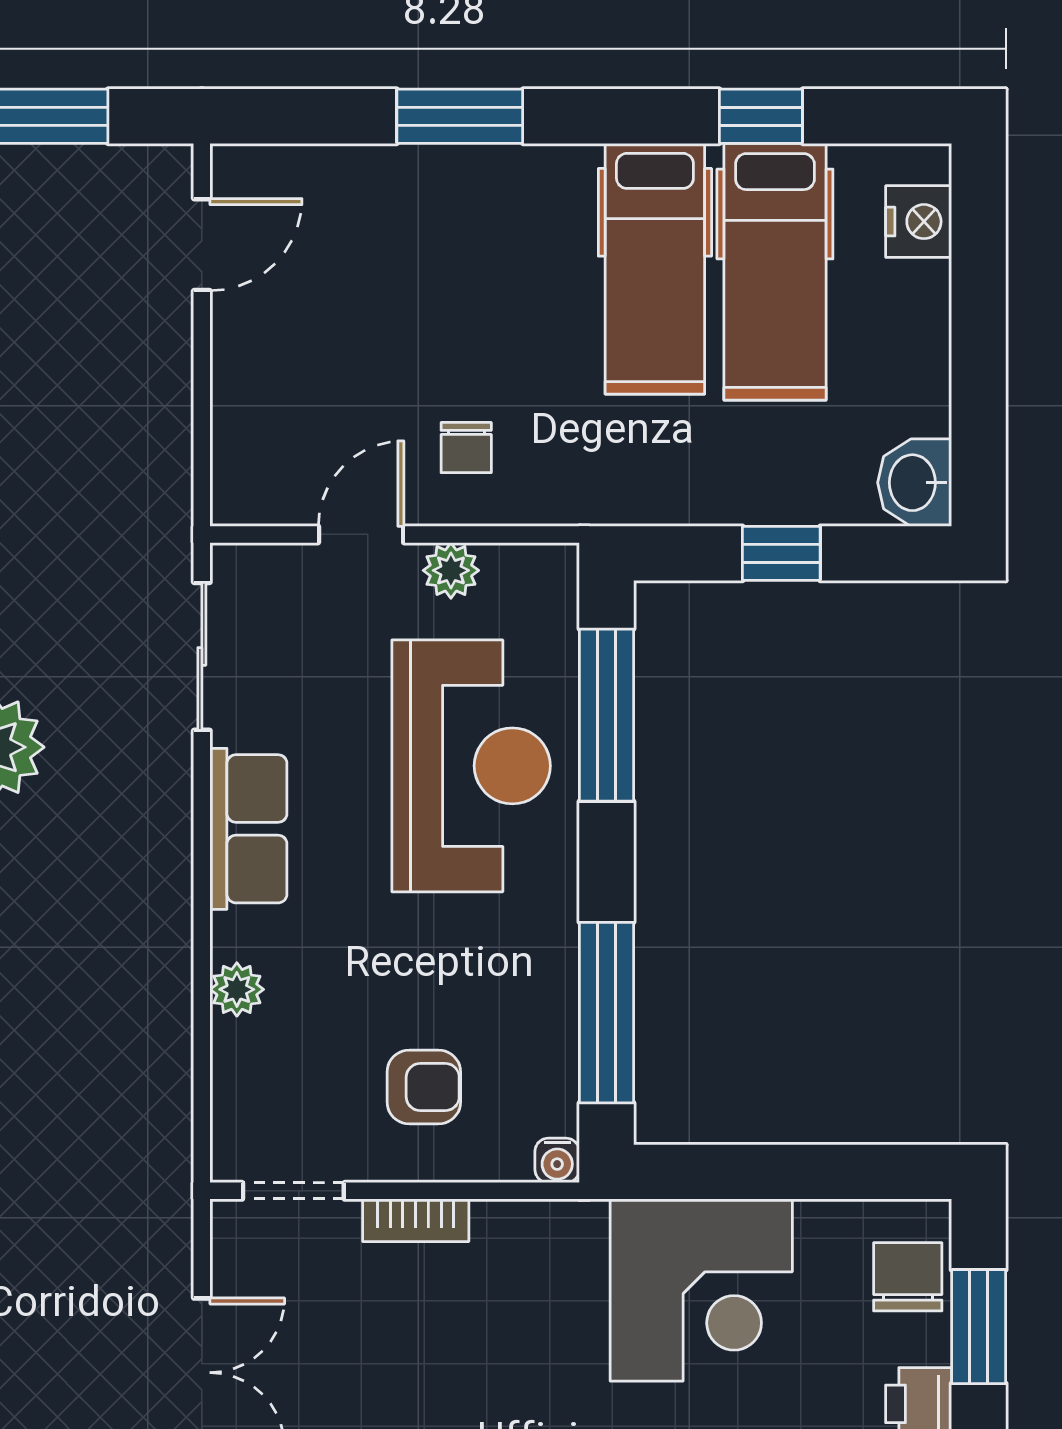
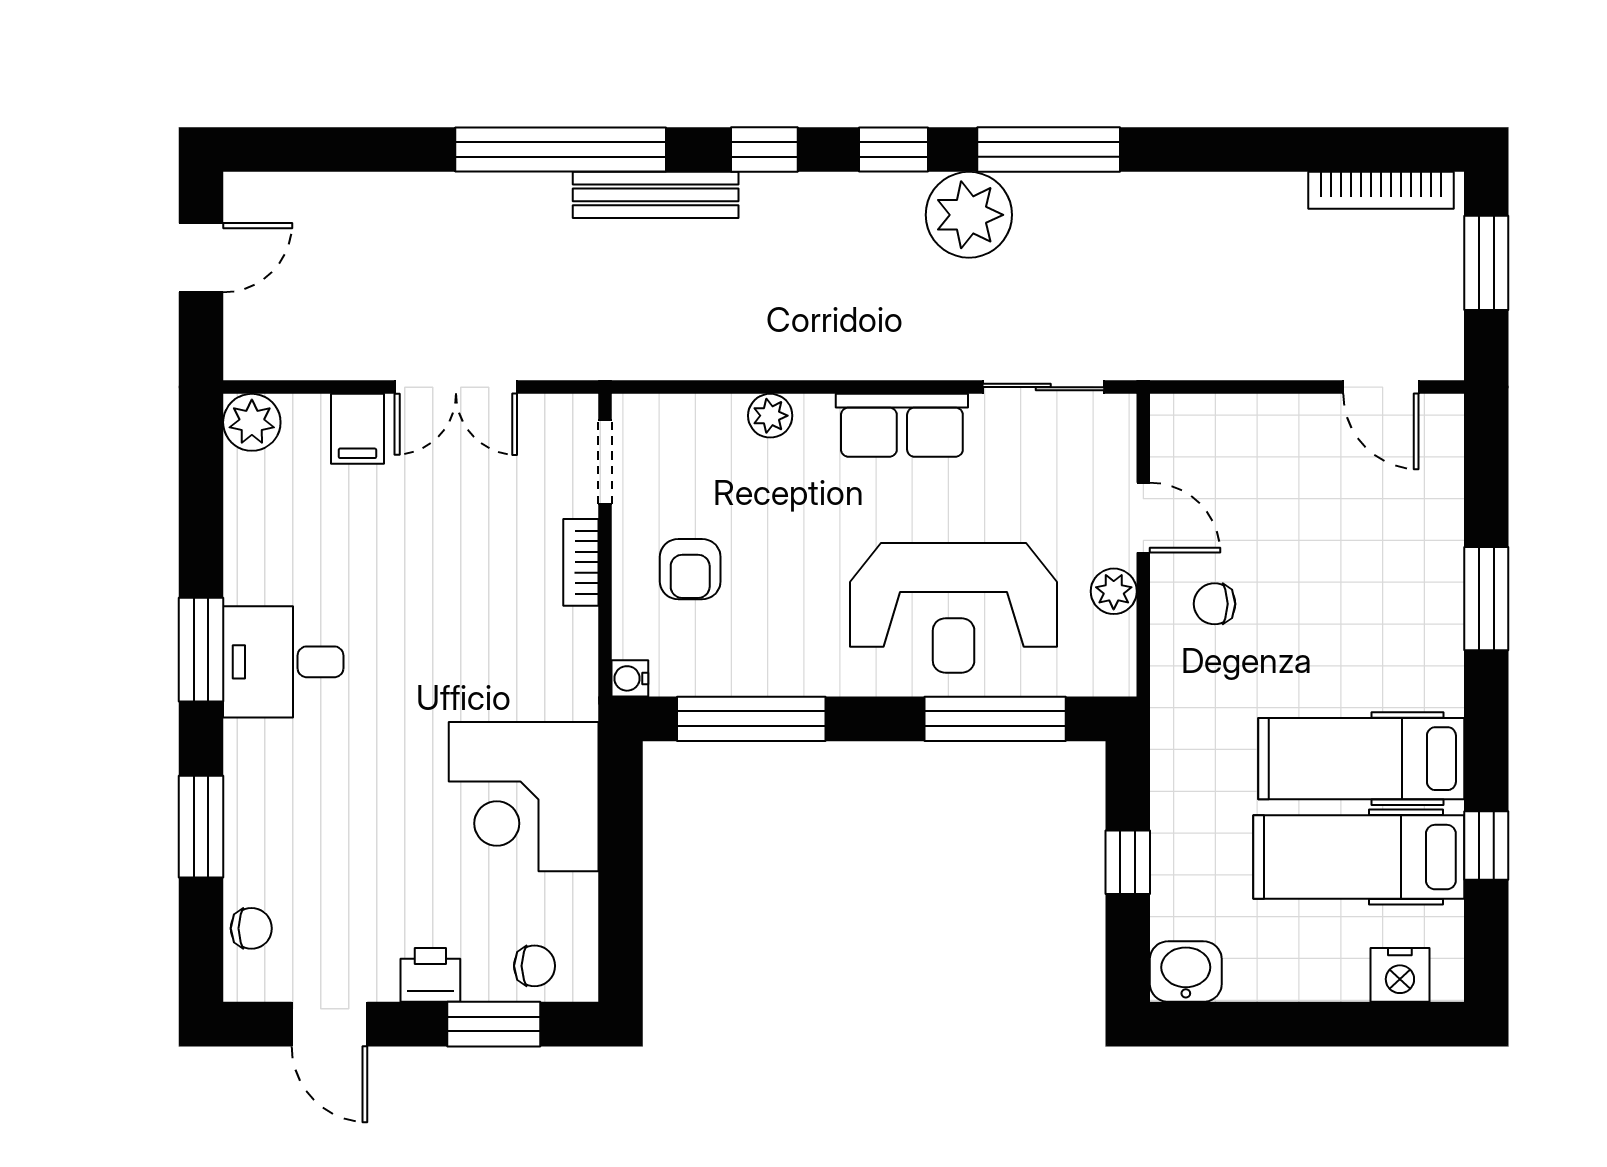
chair: (908, 1277) -> (535, 966), width x0.73, depth x0.73

